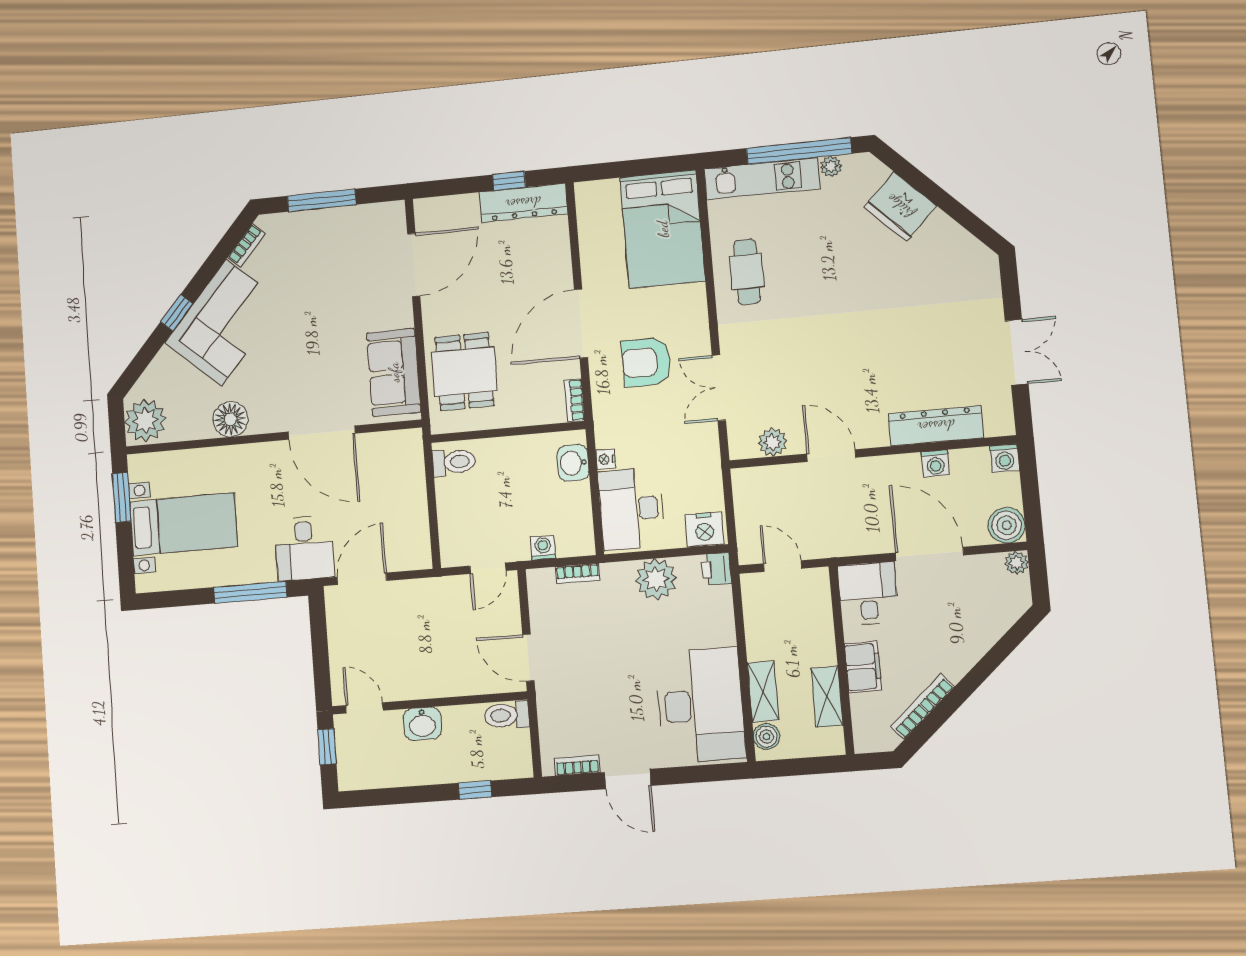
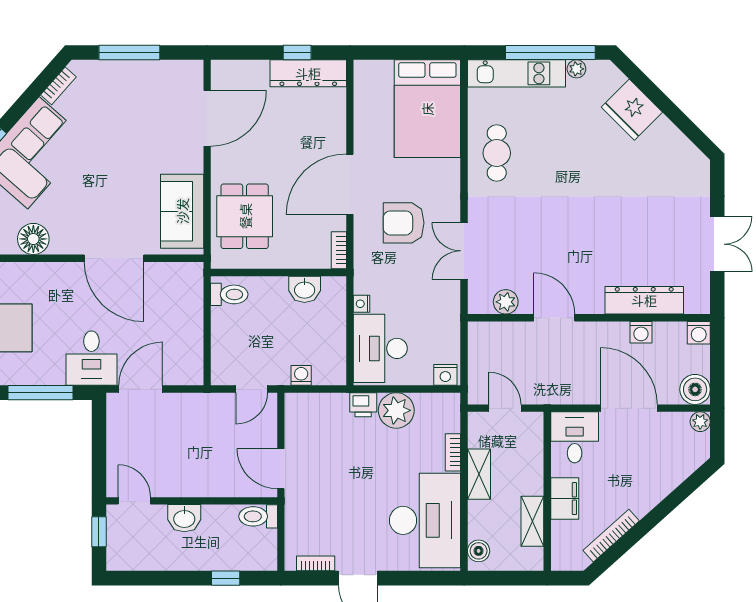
washbasin: (573, 463) -> (305, 289), moved, turned -90
nightstand: (704, 530) -> (445, 375), width x0.74, depth x0.75
printer: (716, 569) -> (363, 405), moved, turned -90
bookcase: (578, 574) -> (453, 452), moved, turned 90
shelving: (763, 691) -> (479, 474), moved

